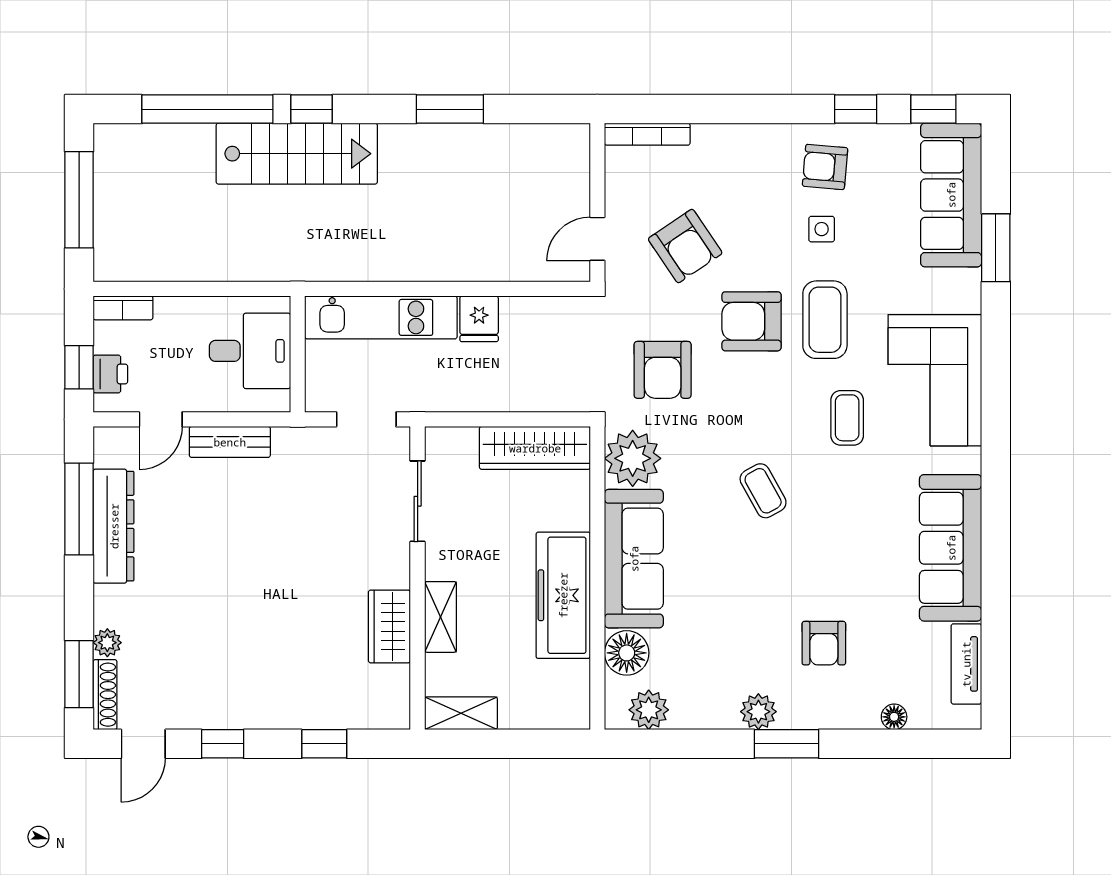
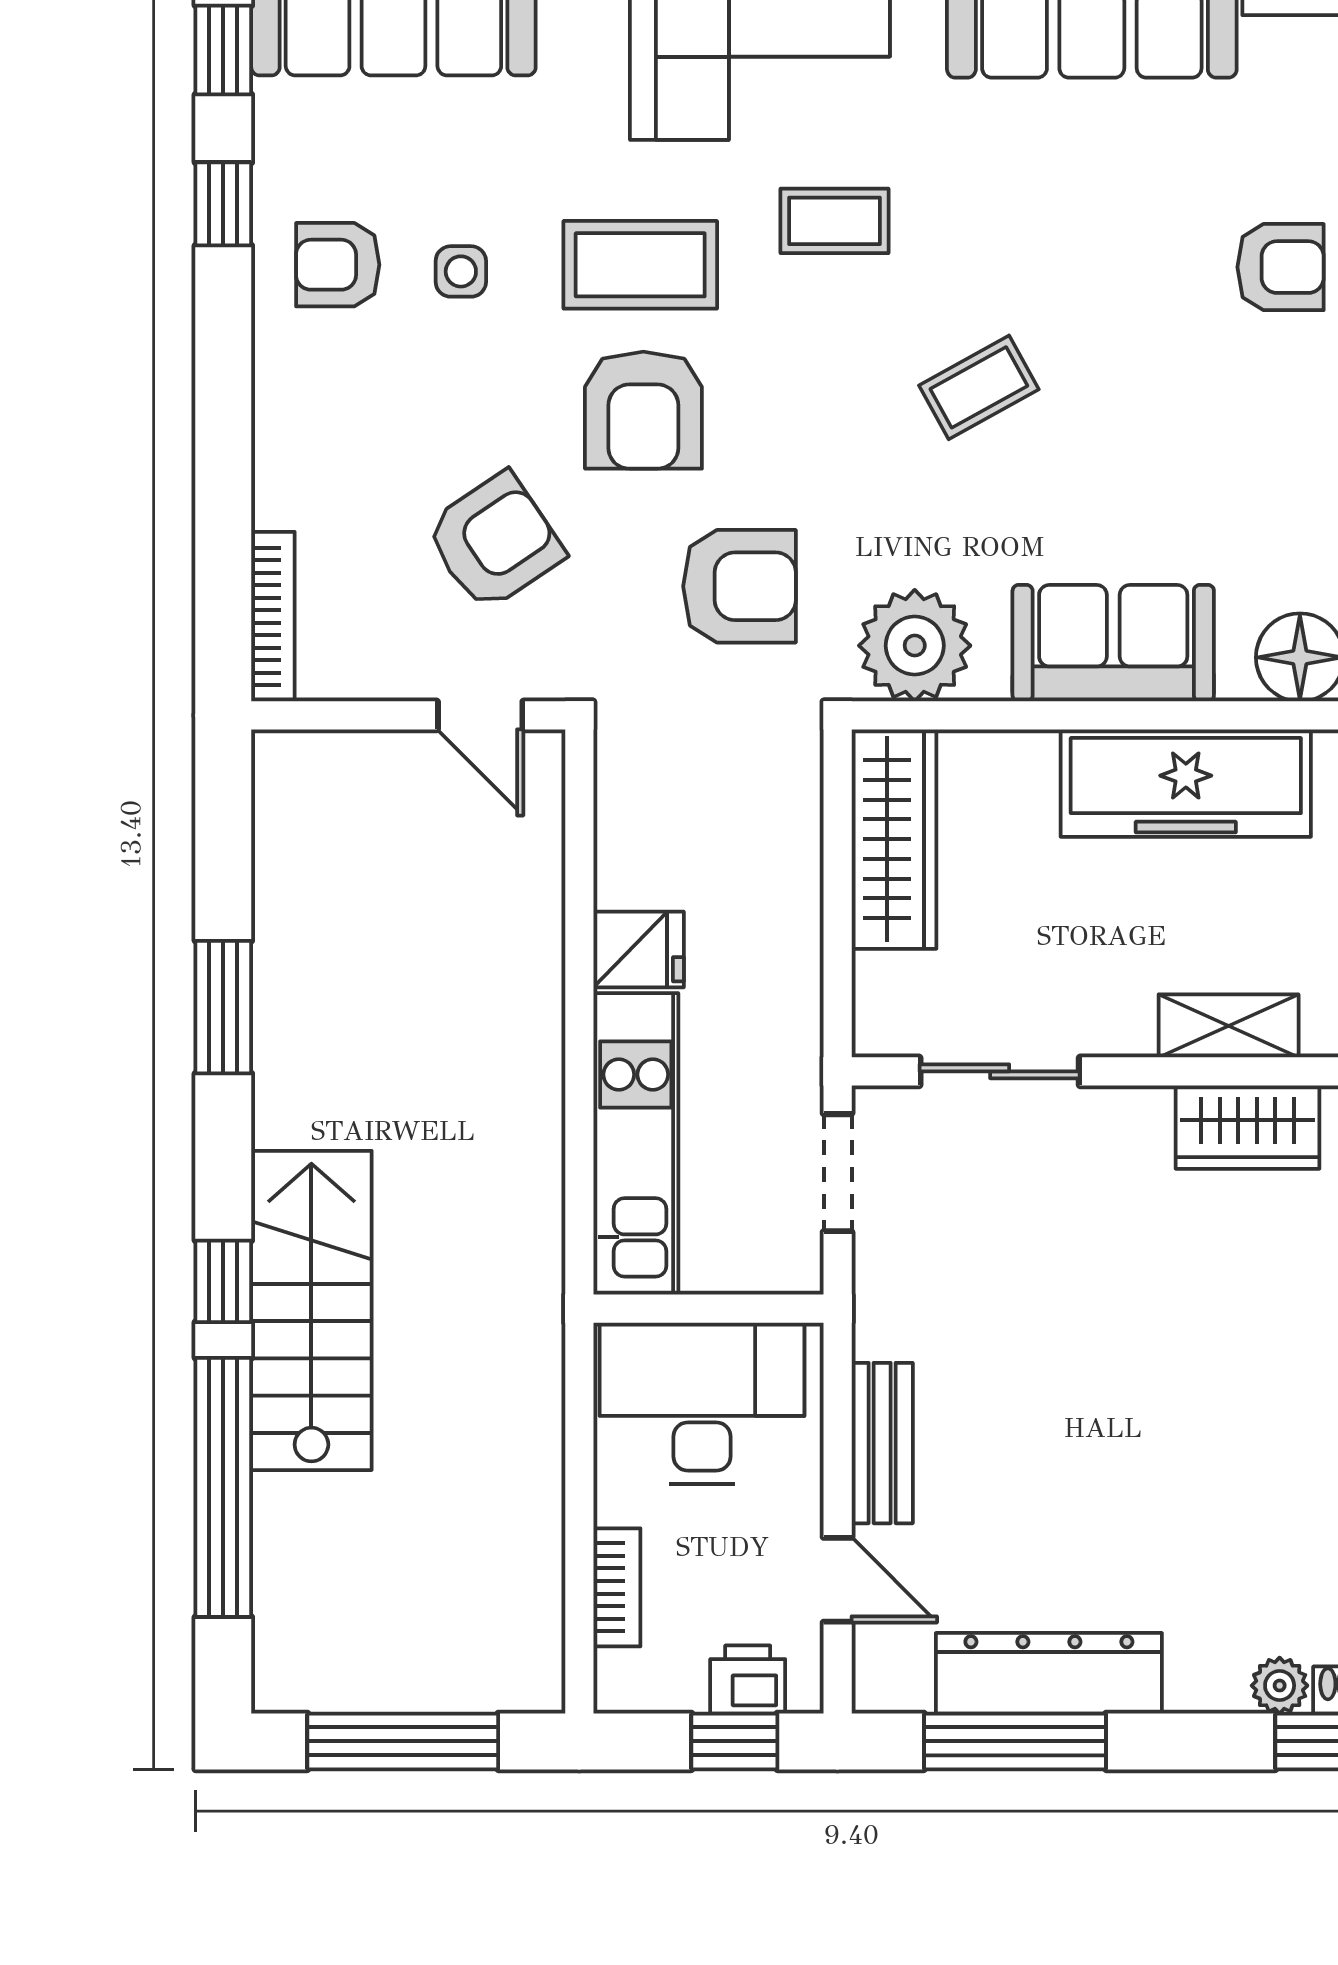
armchair: (825, 167) -> (338, 265), turned 85
bookcase: (123, 308) -> (617, 1587), moved
desk: (250, 351) -> (702, 1403), width x1.37
sofa: (634, 559) -> (1113, 643), width x0.73

